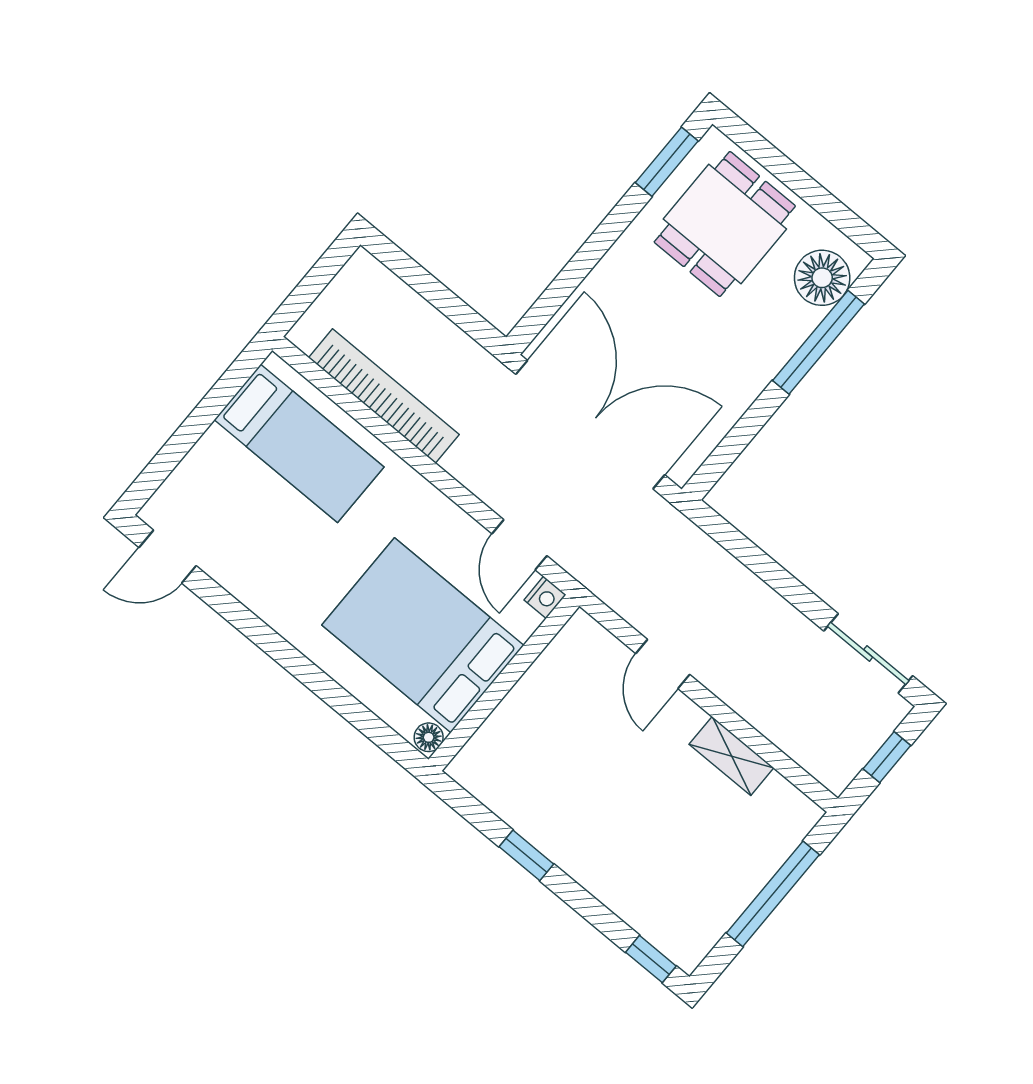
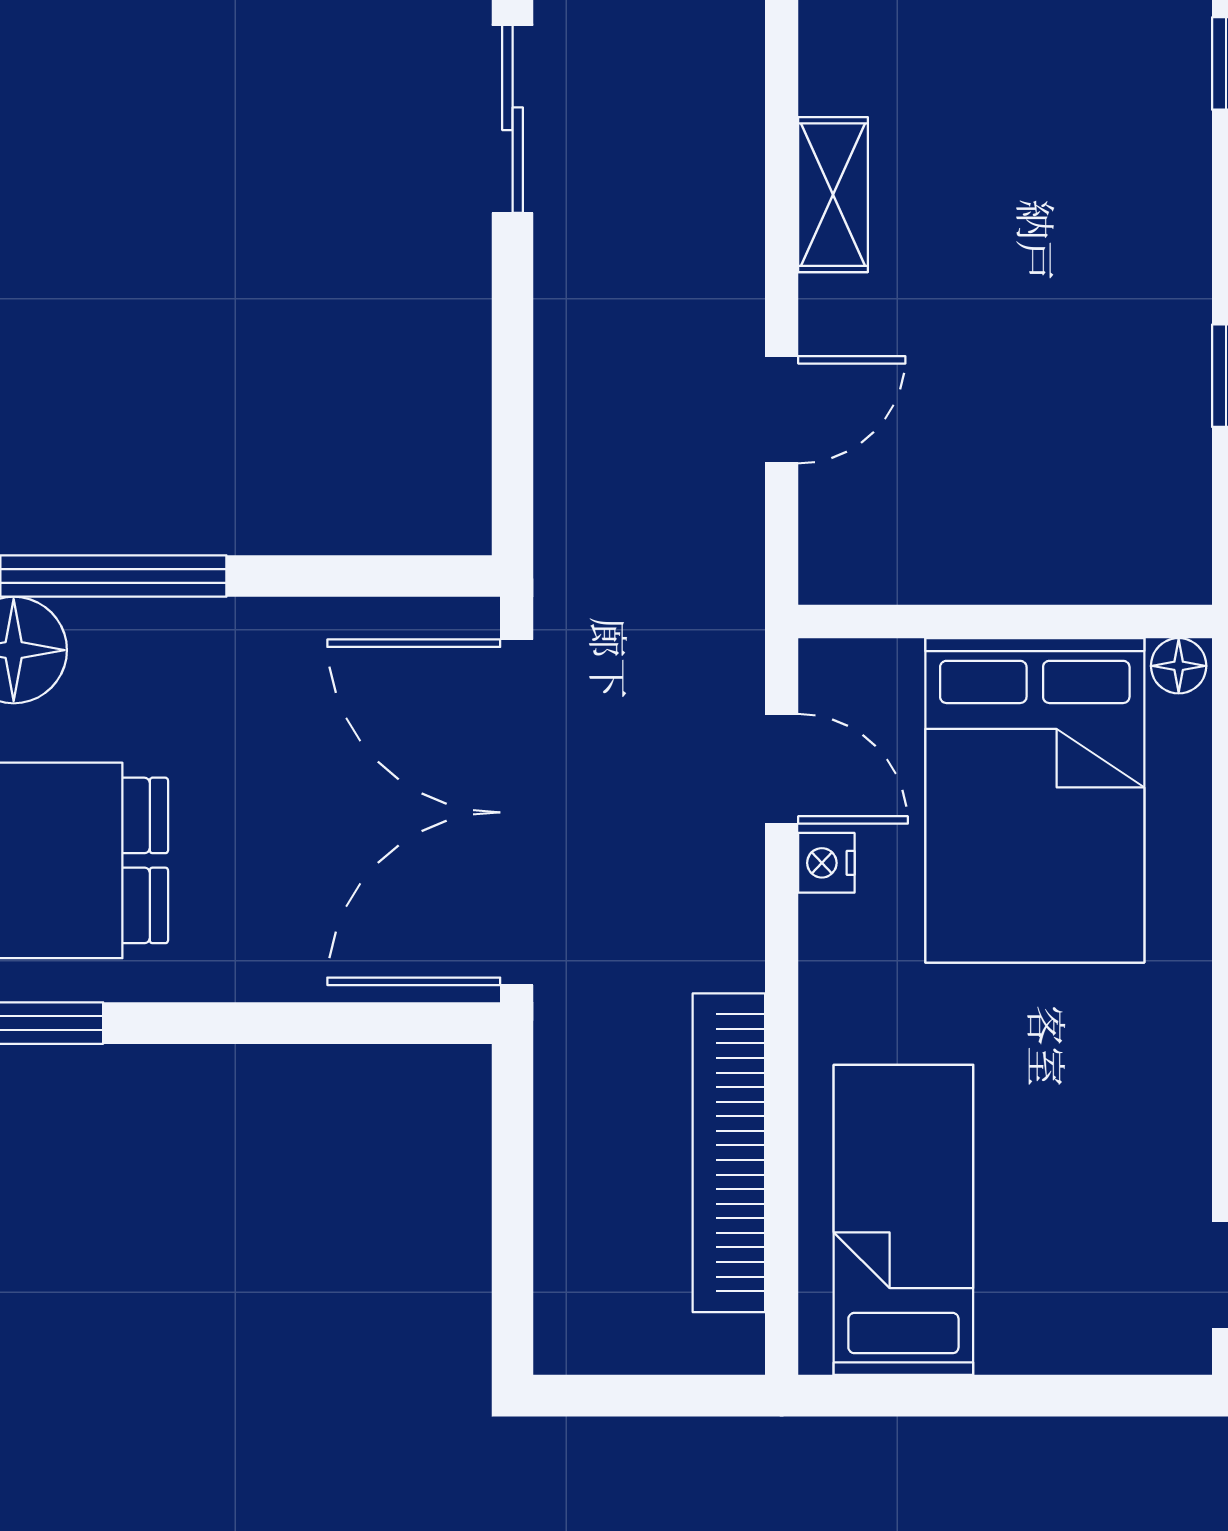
door: (519, 545) -> (782, 769), hinge flipped
nightstand: (545, 597) -> (826, 863), moved, turned -90

